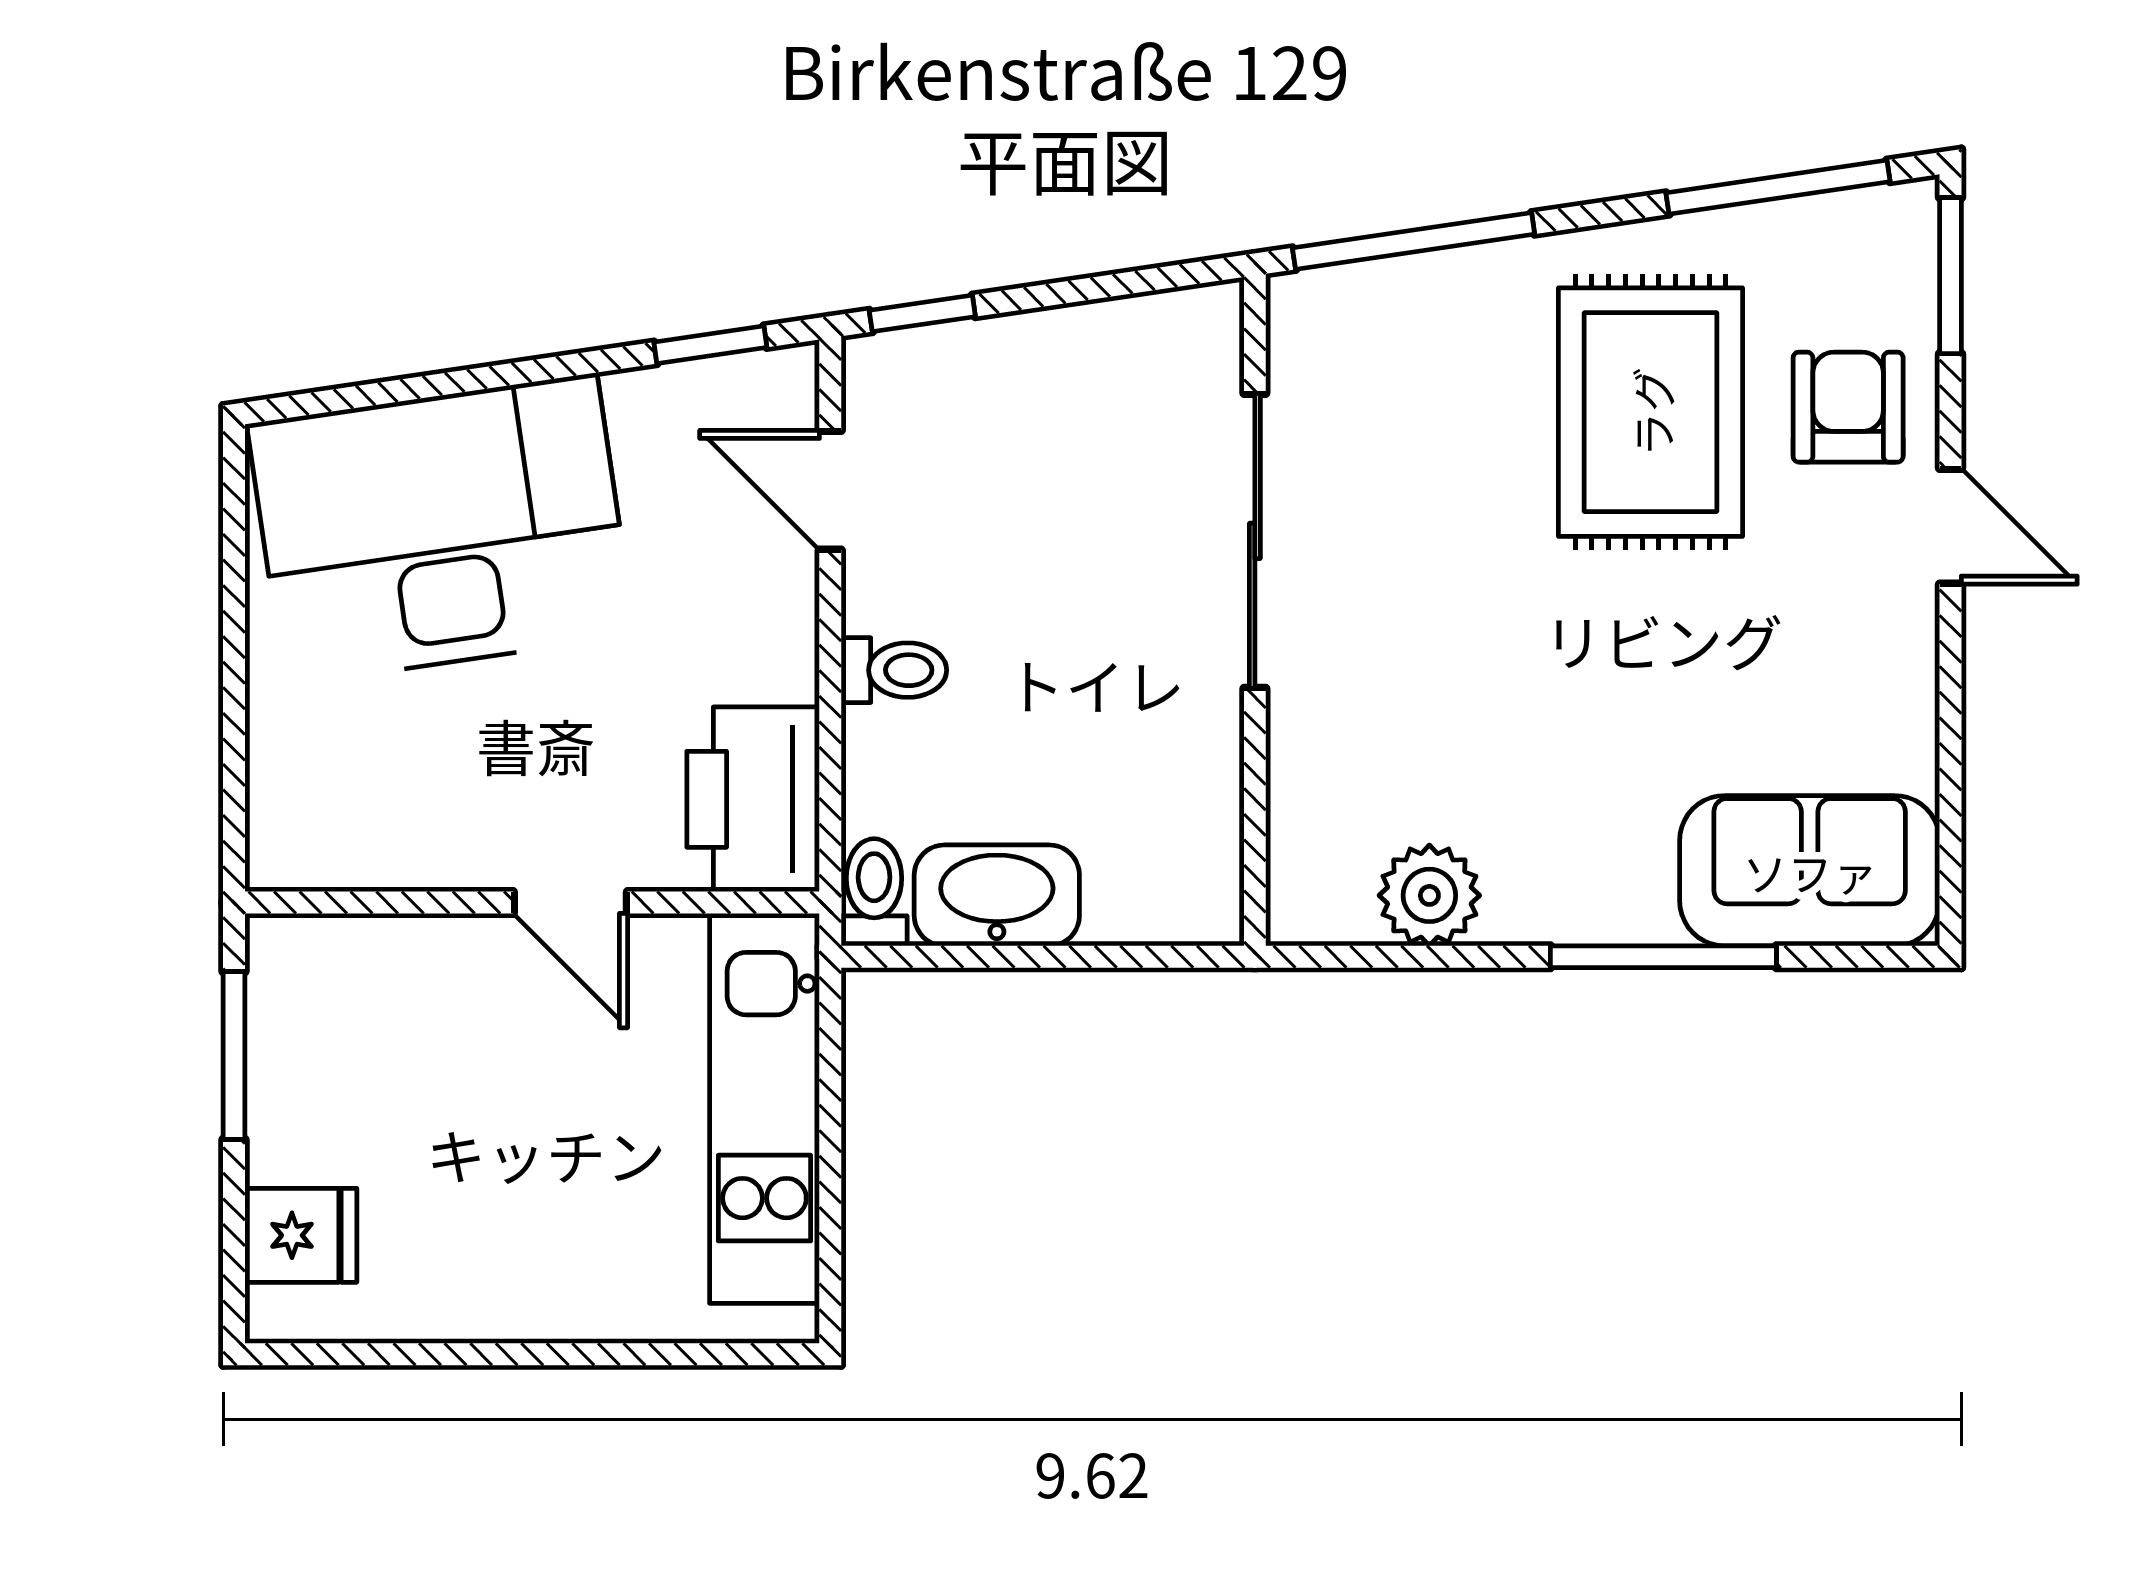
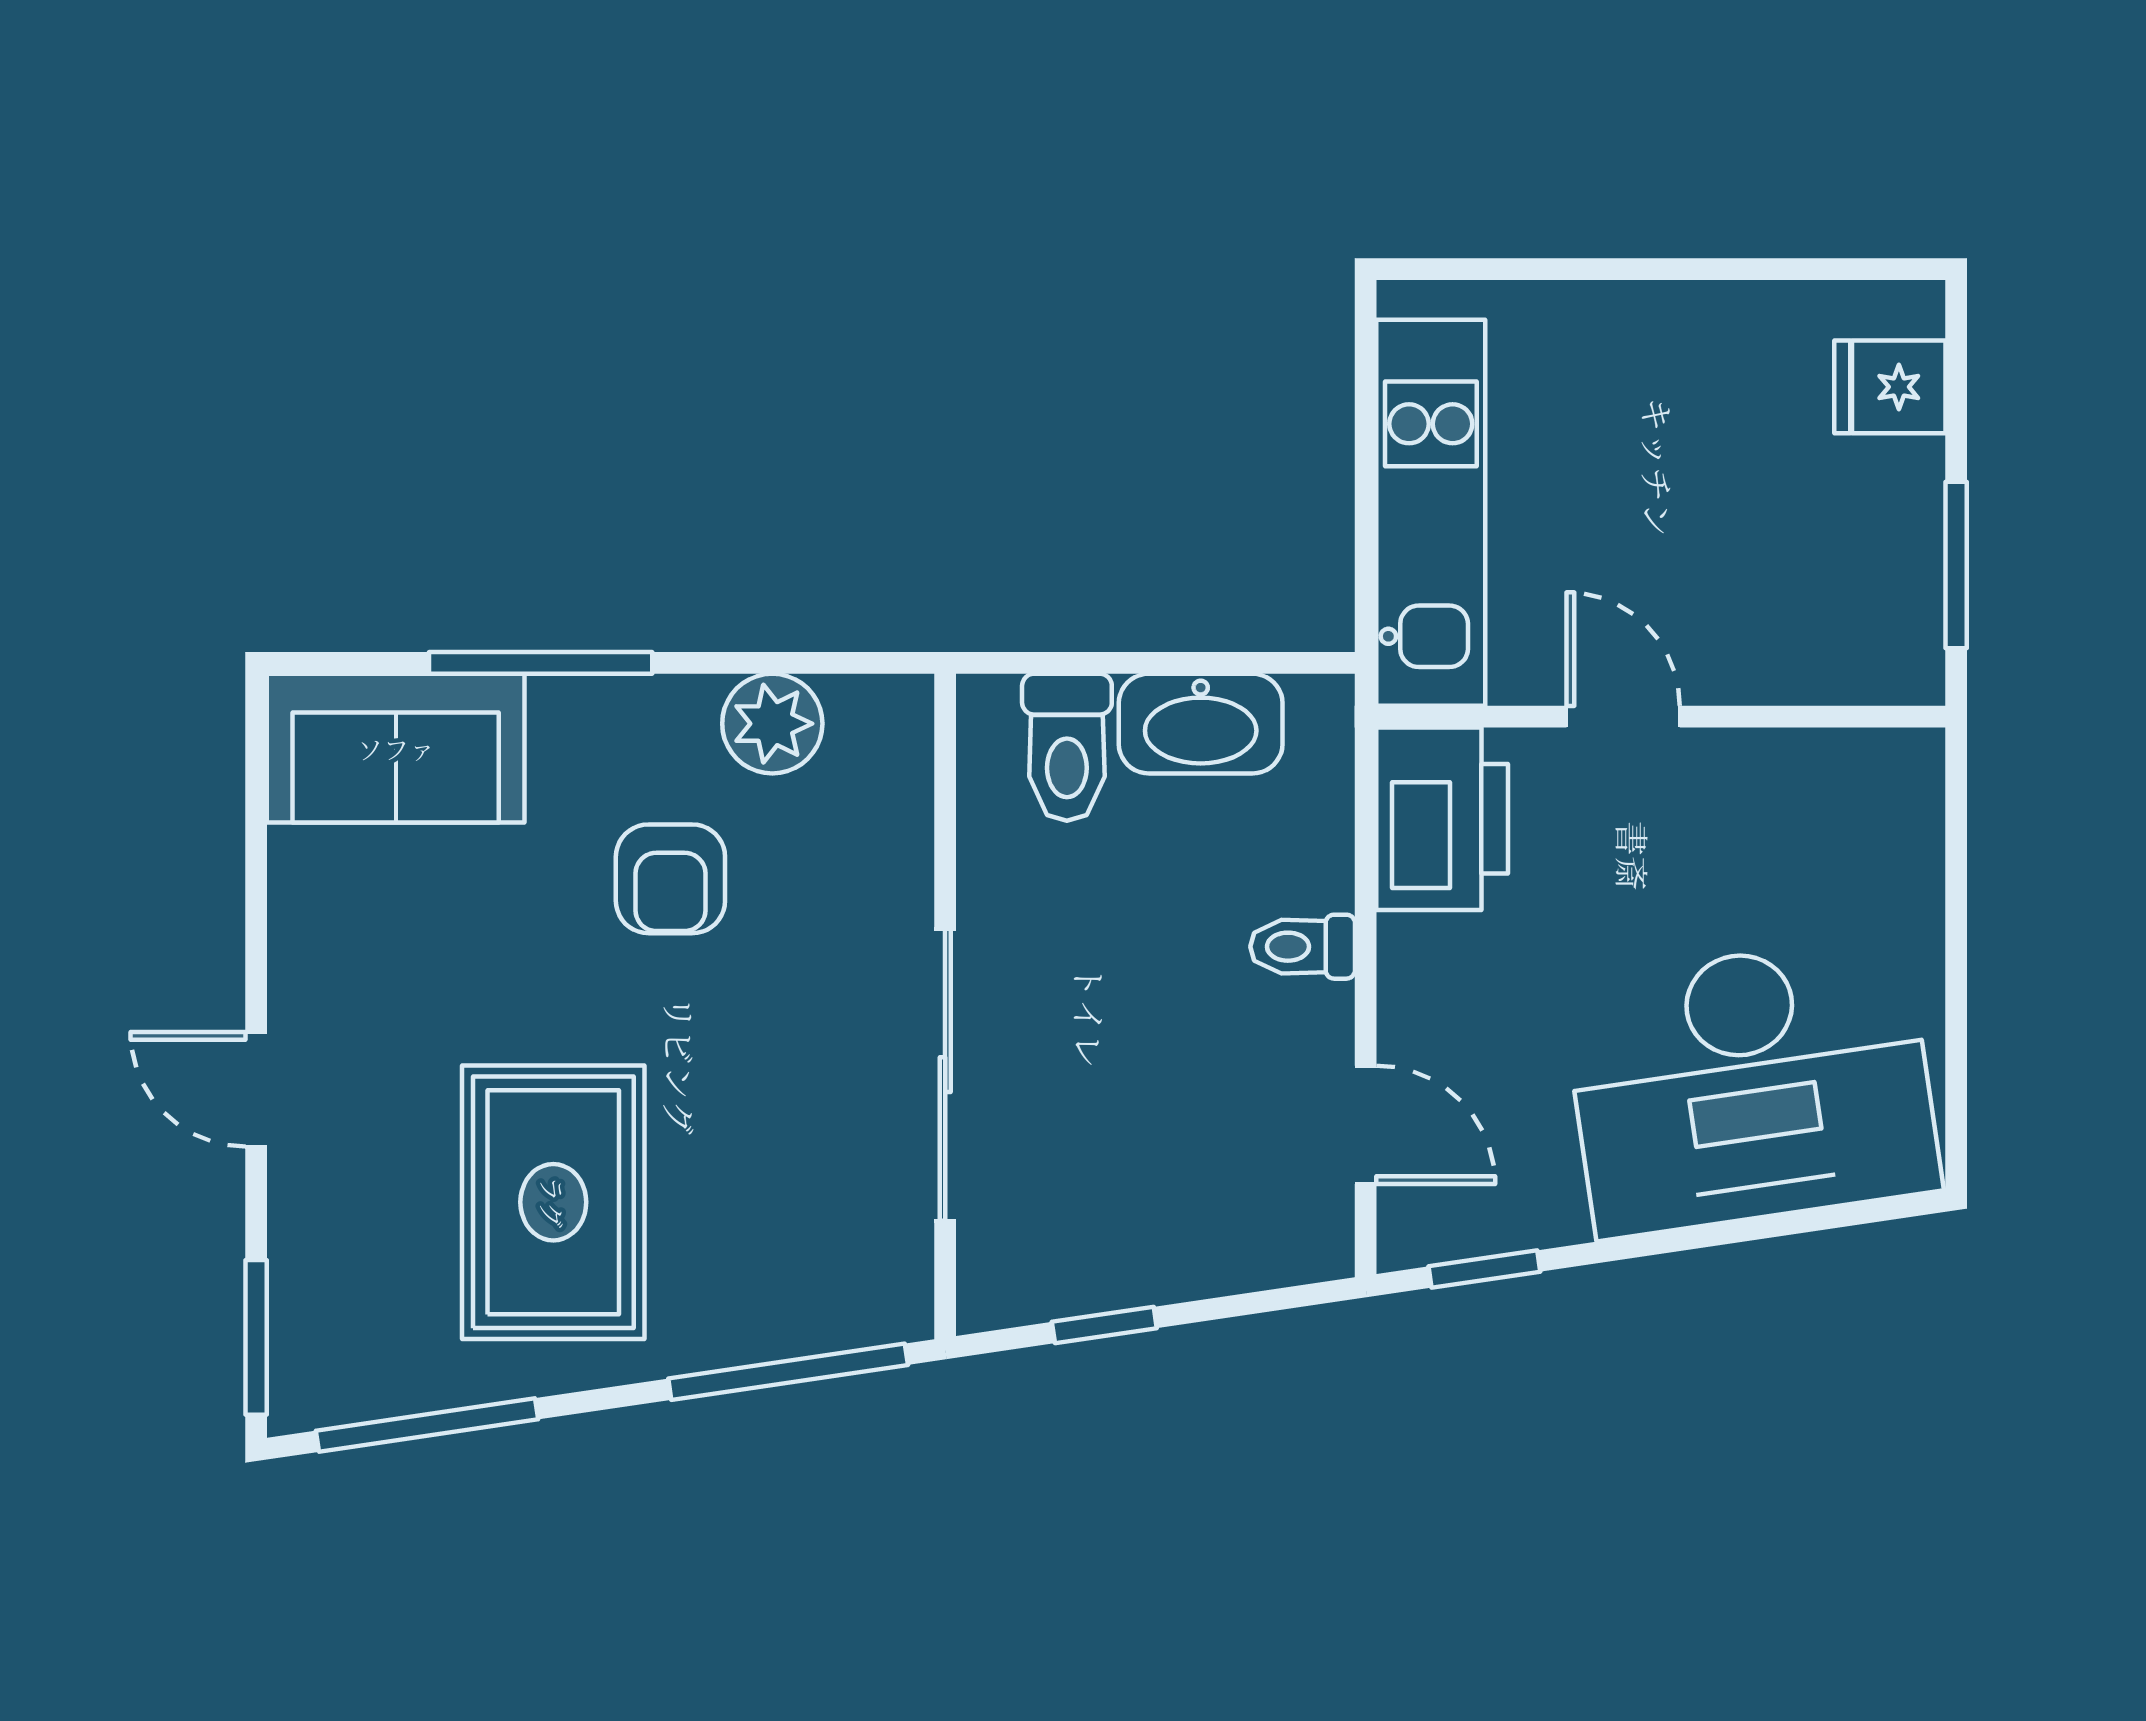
window: (922, 313) -> (1104, 1325), moved
armchair: (1848, 407) -> (670, 879), moved
toilet: (874, 892) -> (1067, 747), moved, width x1.37, depth x1.39

